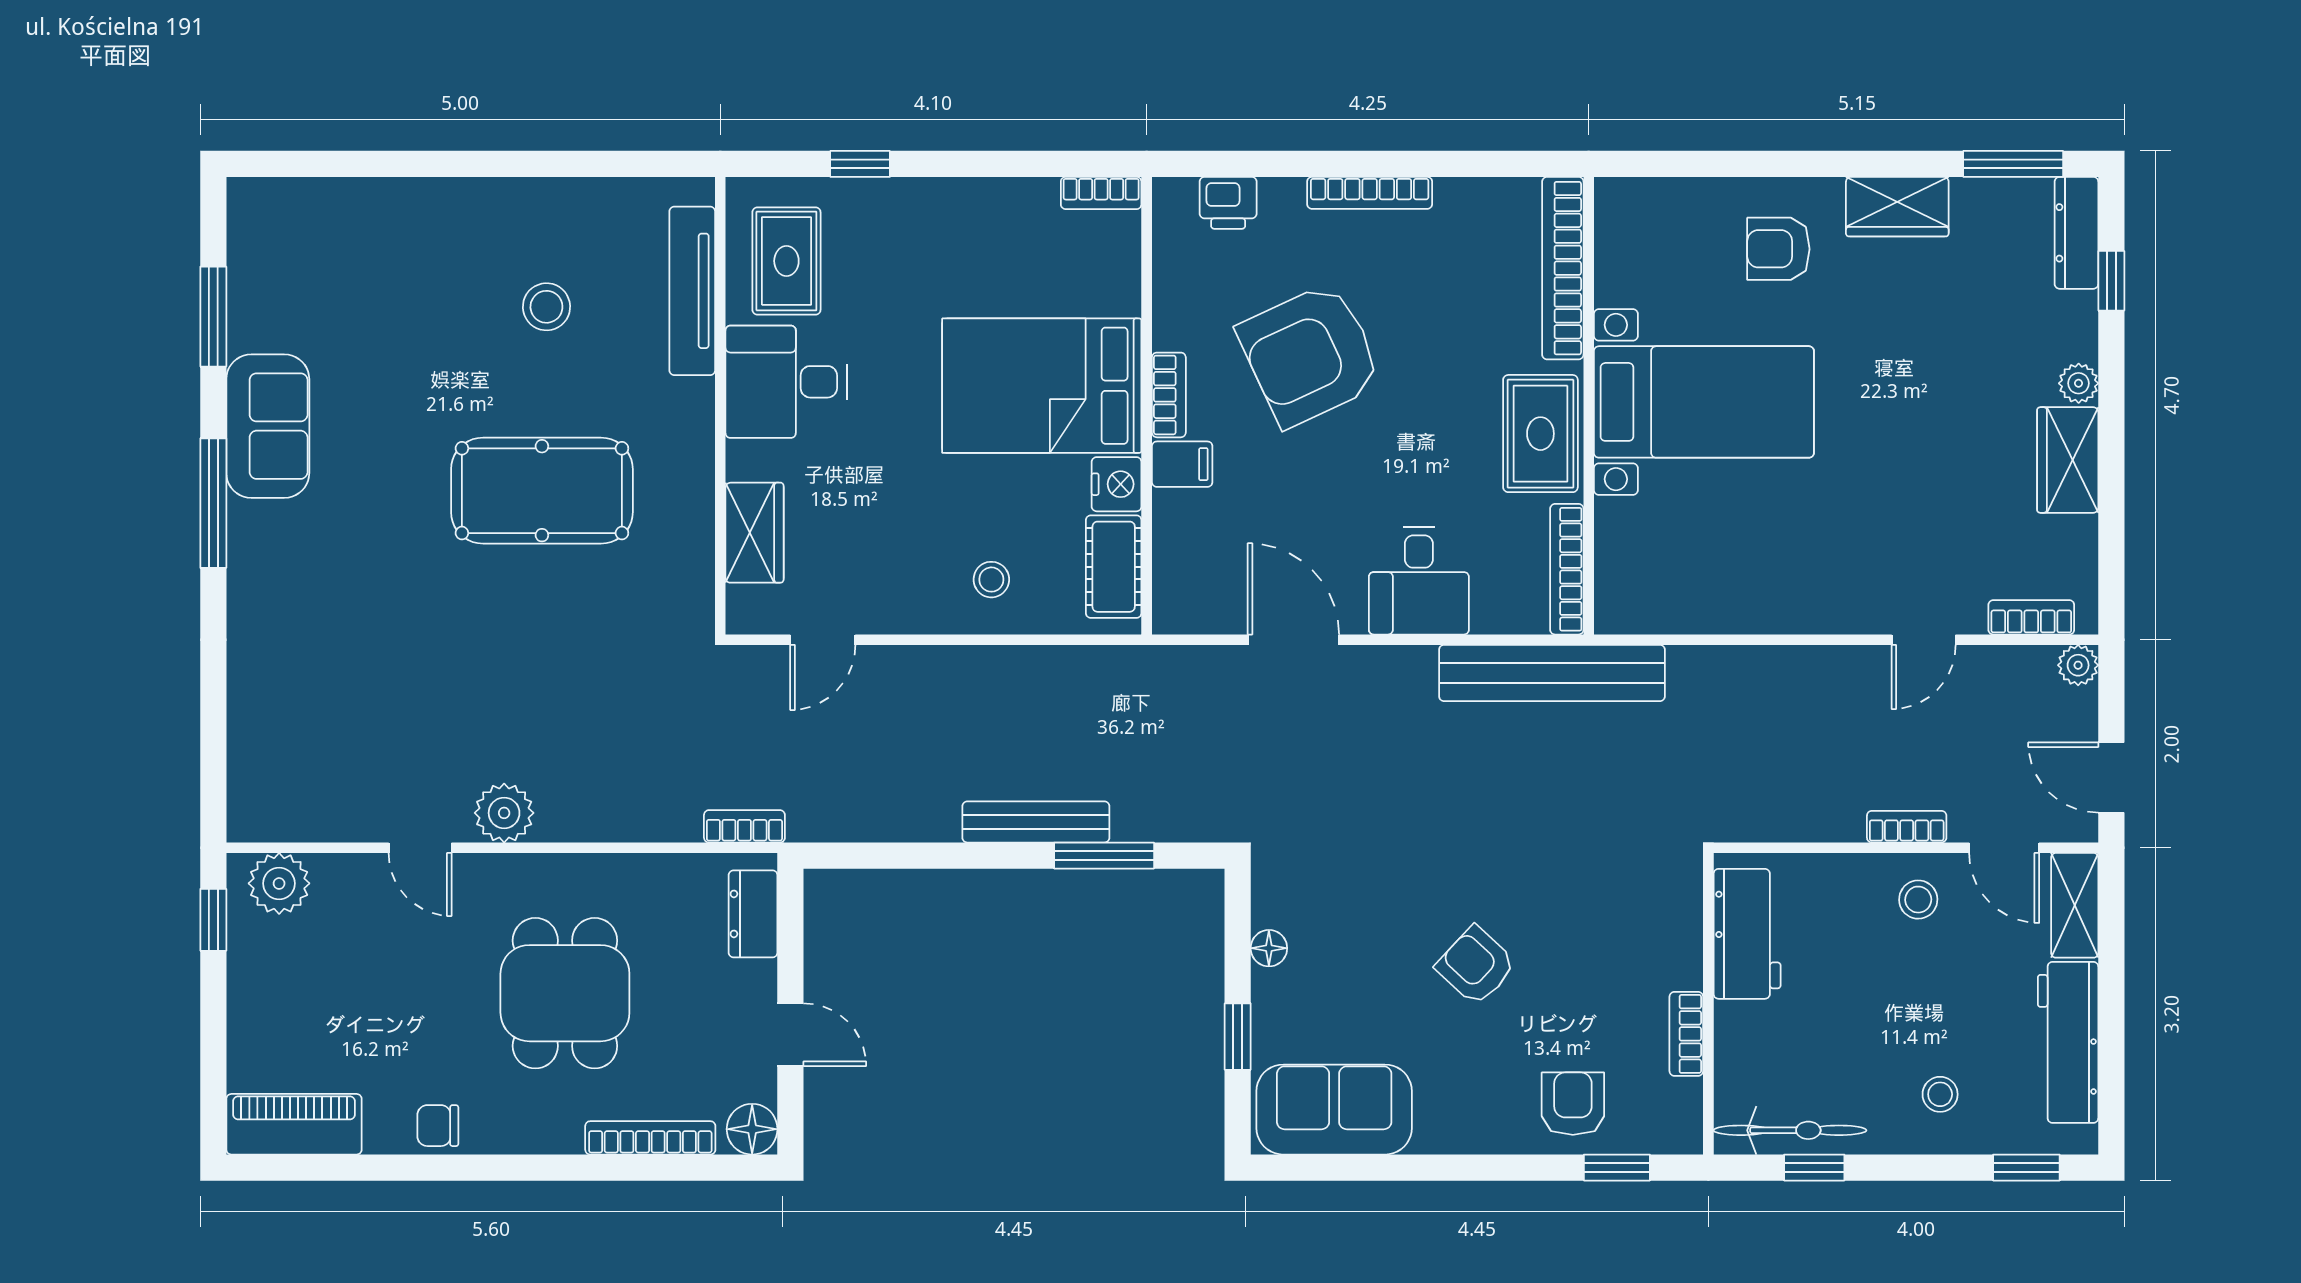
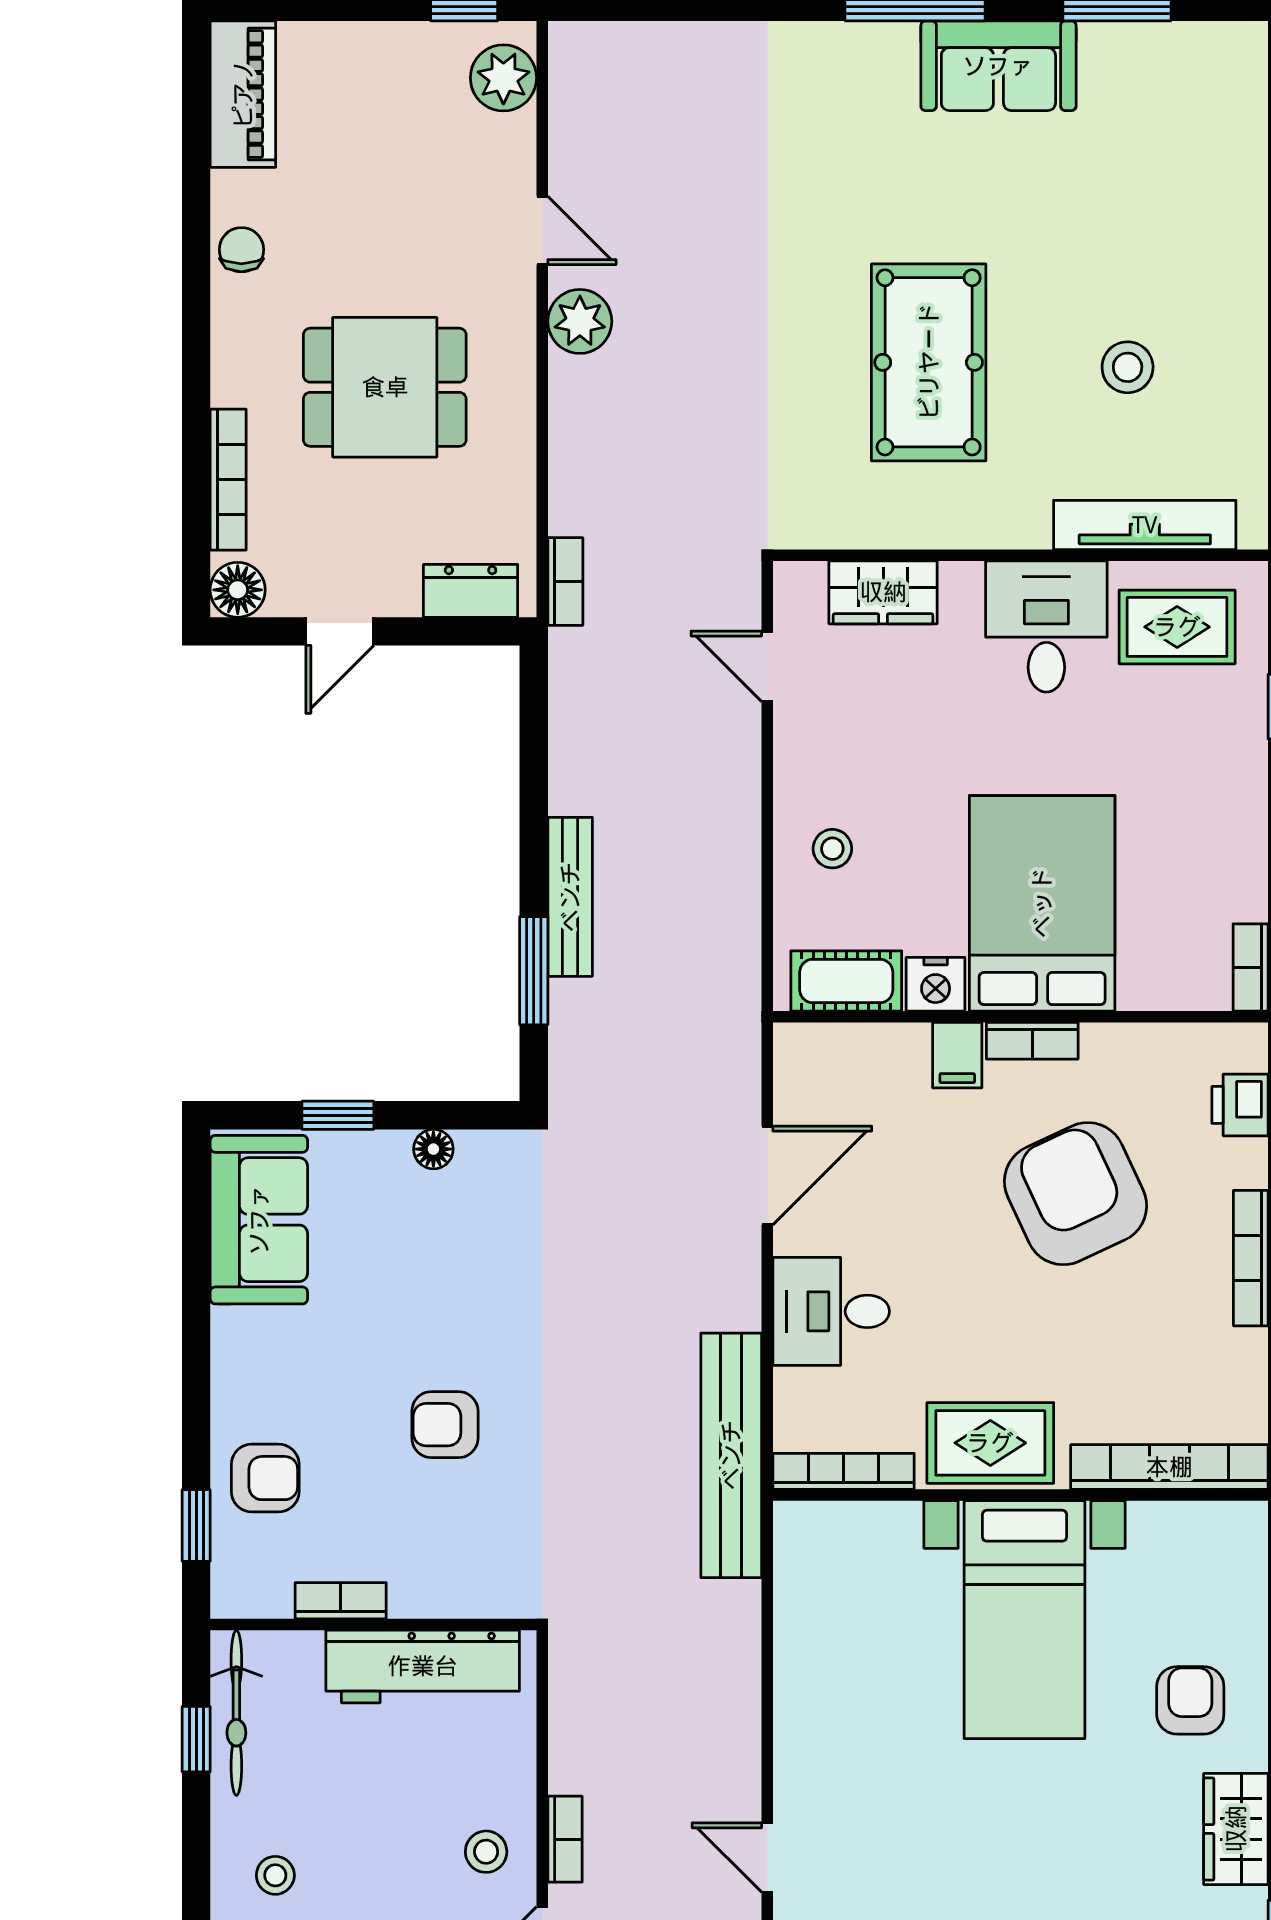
door: (420, 848) -> (542, 230), swing flipped
workbench: (1747, 934) -> (423, 1666), width x1.38
armchair: (1476, 966) -> (445, 1425), moved, turned -133

